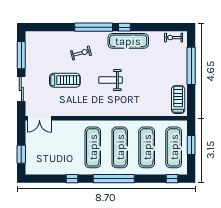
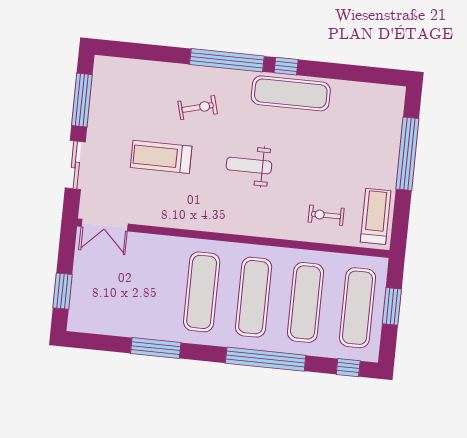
exercise bike: (174, 38) -> (326, 215), moved
treadmill: (65, 80) -> (161, 157), turned 180
window: (72, 179) -> (156, 348), width x2.17
window: (114, 179) -> (266, 359), moved

